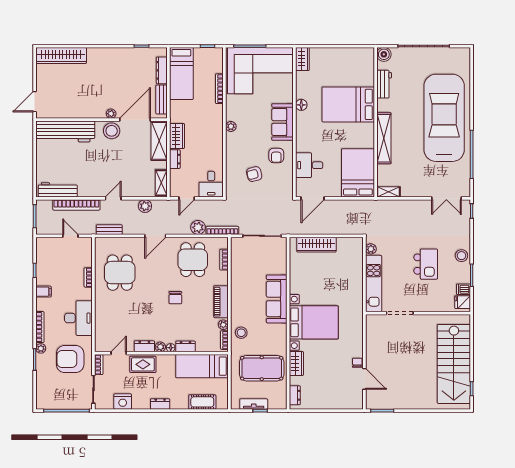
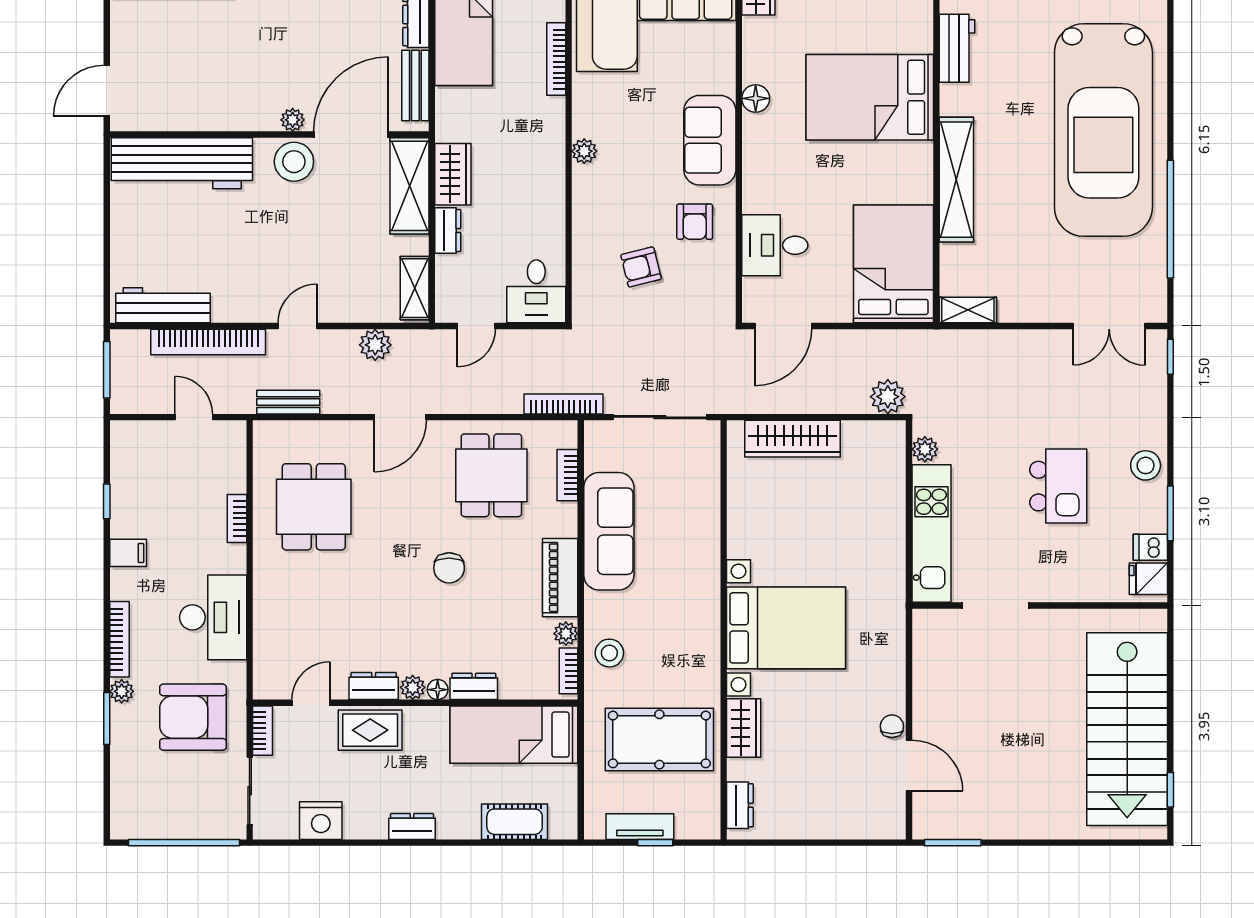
car: (444, 118) -> (1103, 130), turned 180
plant: (198, 227) -> (888, 397), moved
sofa: (277, 299) -> (609, 531), moved, turned 180

